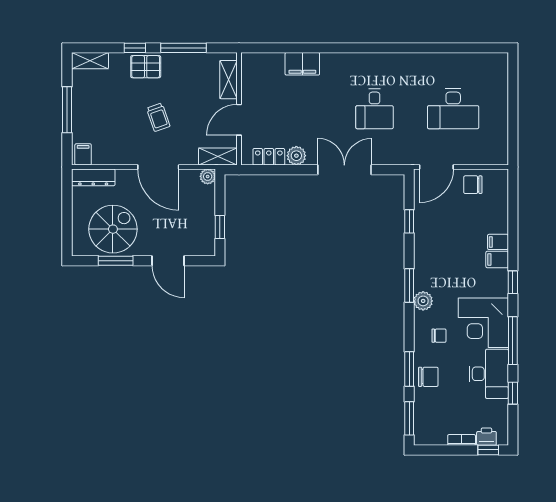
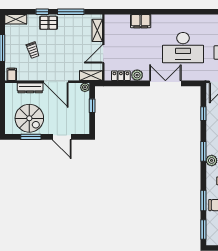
desk: (375, 109) -> (183, 48), width x1.87, depth x1.30
trolley: (158, 117) -> (33, 50), moved
dresser: (93, 177) -> (30, 88), moved
window: (220, 227) -> (92, 106), moved
spiral stairs: (113, 229) -> (29, 118), turned 90

